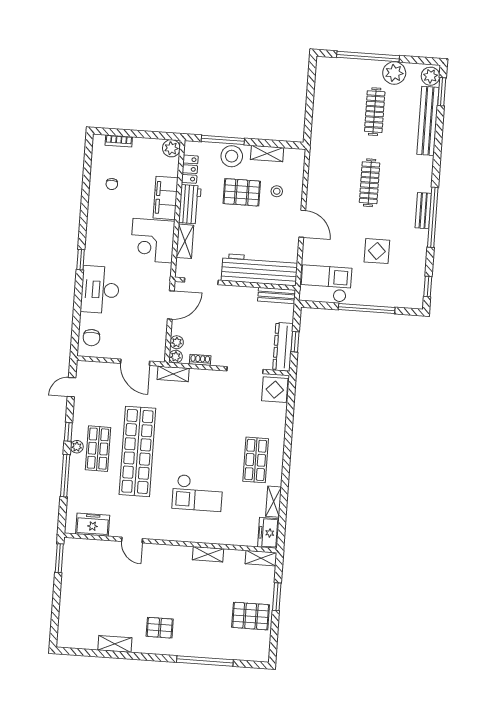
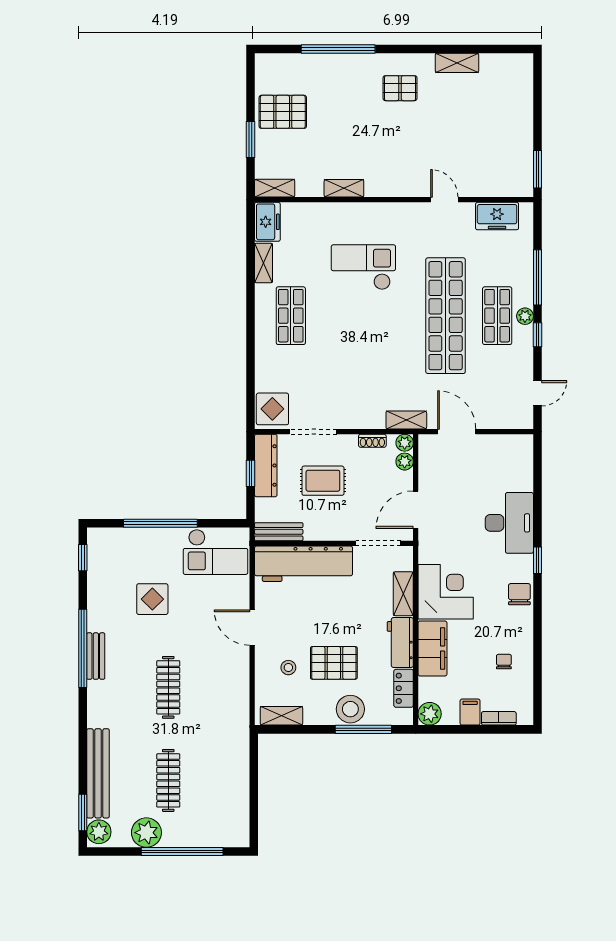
filing cabinet: (140, 147) -> (470, 712), added
shelving: (267, 154) -> (281, 716), moved
rug: (240, 332) -> (323, 481), added
chair: (91, 338) -> (519, 594), moved

